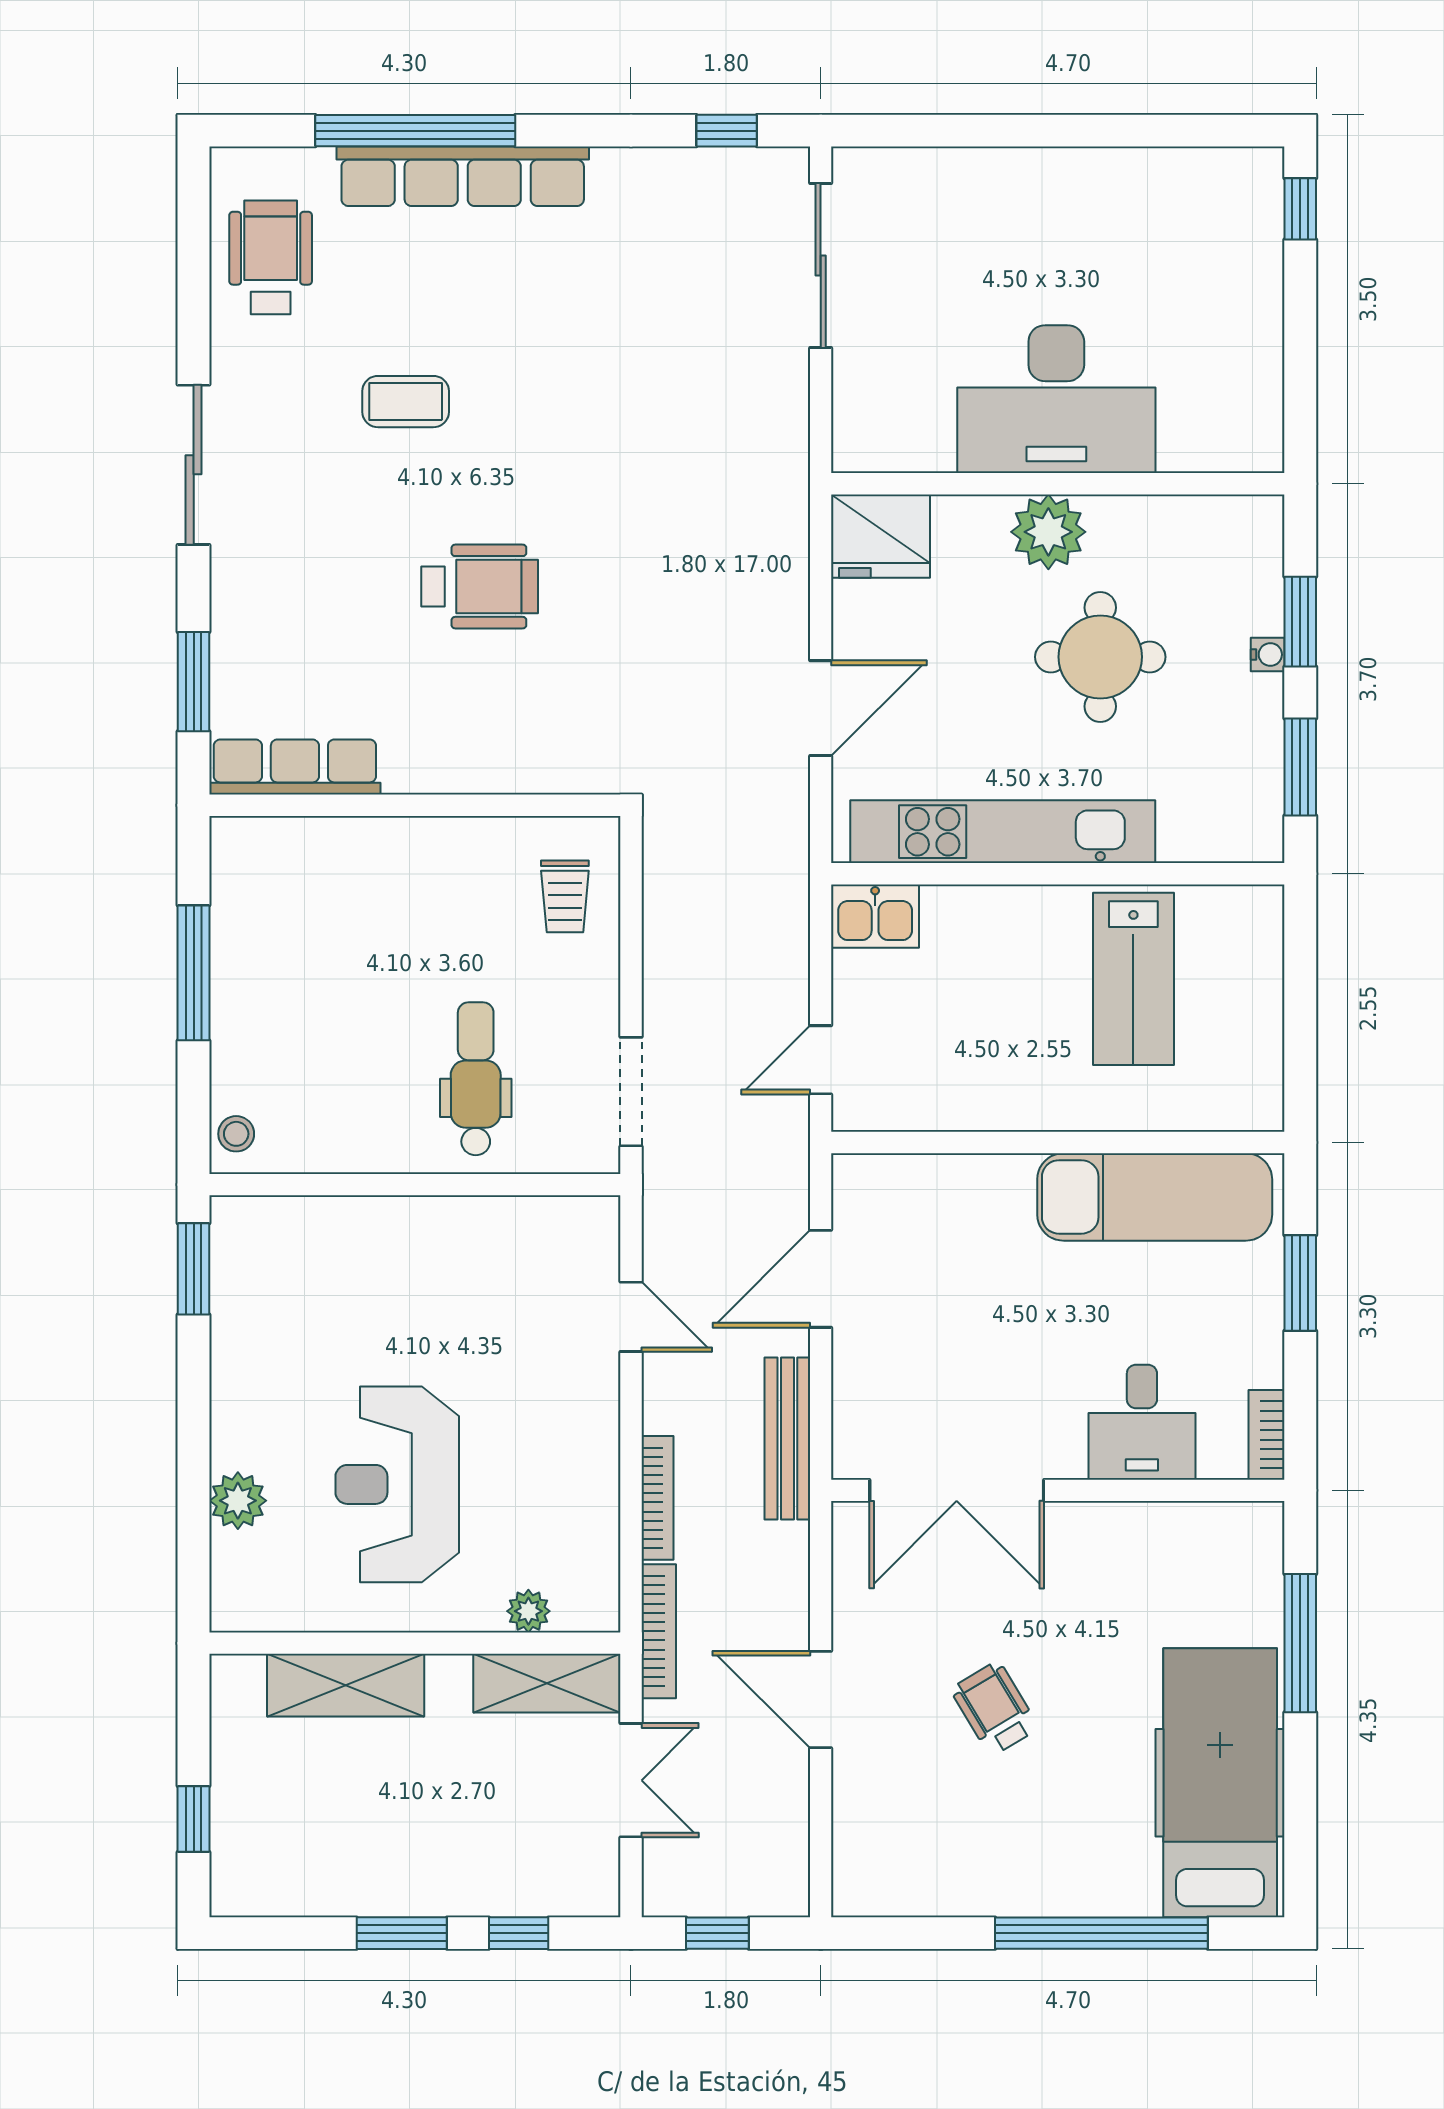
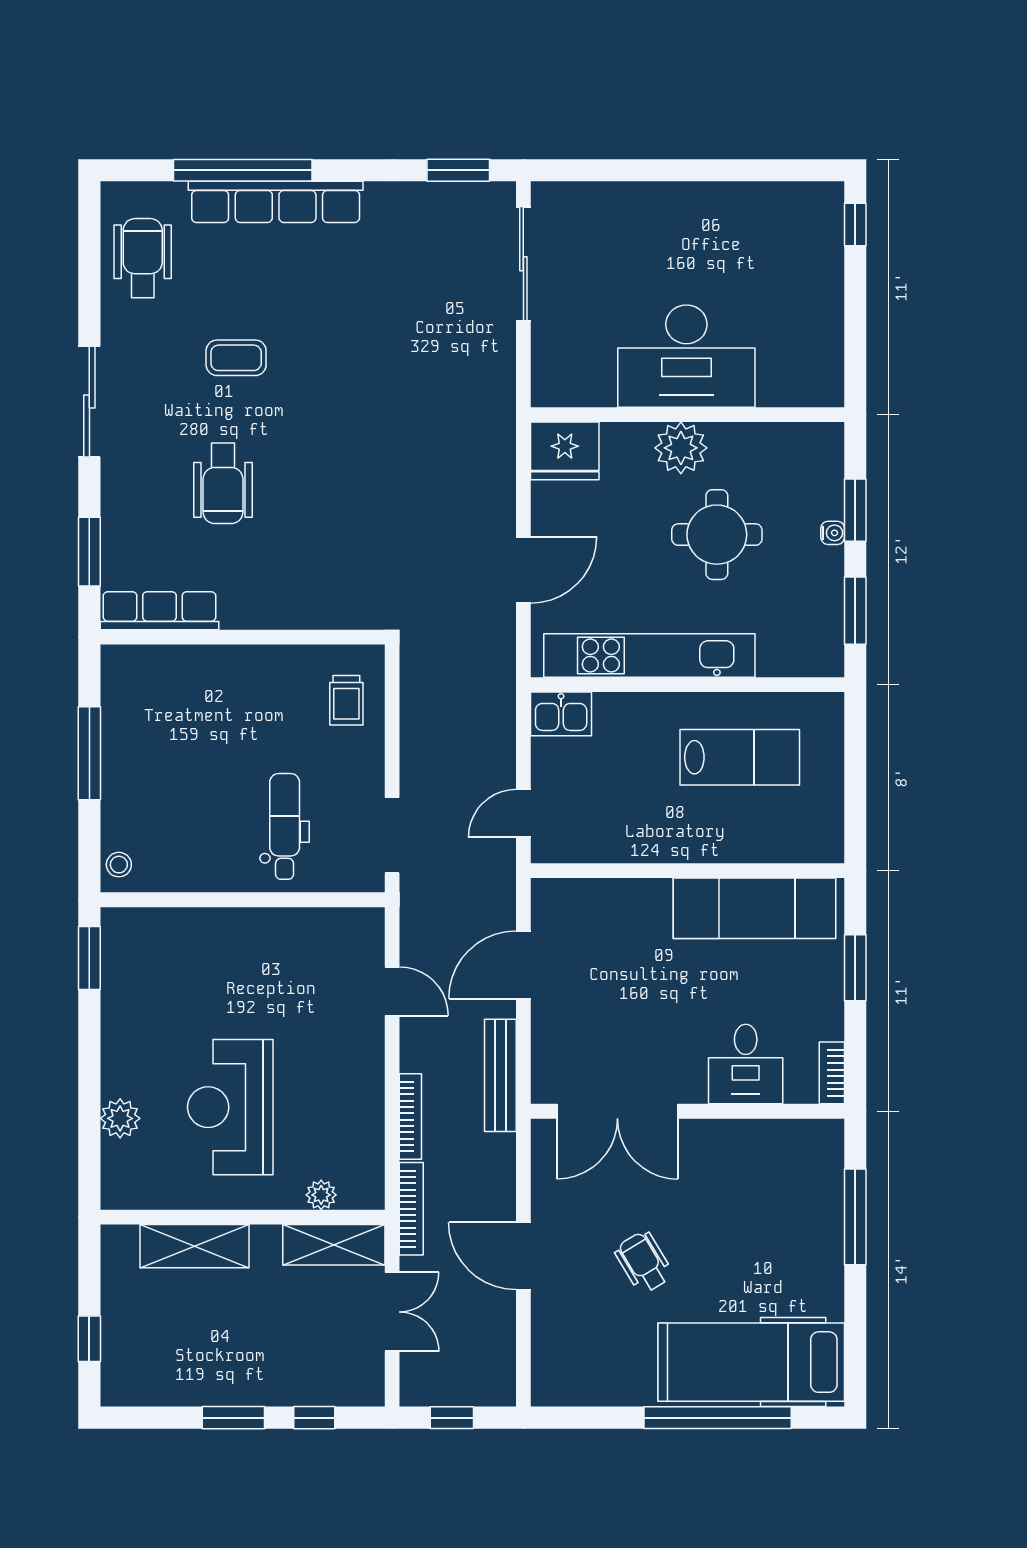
window: (727, 131) -> (458, 170), width x1.50
wheelchair: (480, 586) -> (223, 483), moved, turned 90
lab bench: (1133, 979) -> (740, 757), turned -90
hospital bed: (1220, 1783) -> (751, 1362), moved, turned -90

